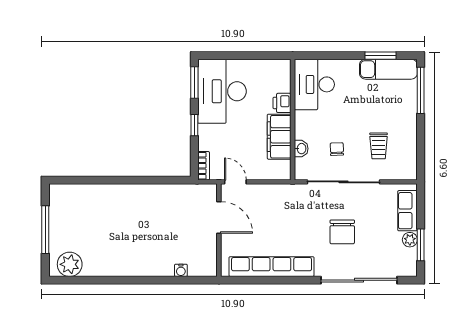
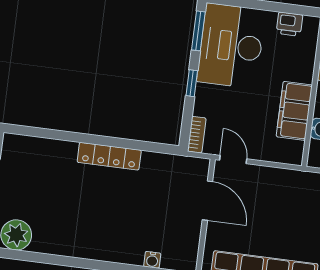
printer: (282, 103) -> (289, 24), moved, turned -90
locker: (136, 192) -> (109, 156), added

